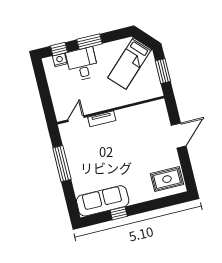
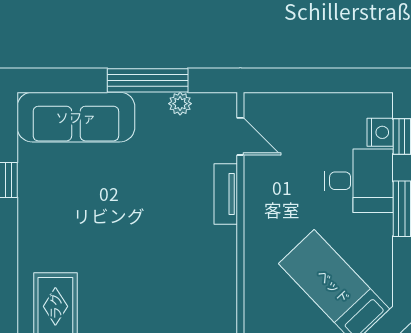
plant: (68, 148) -> (180, 104), added
sofa: (103, 201) -> (76, 117), moved, turned 90

